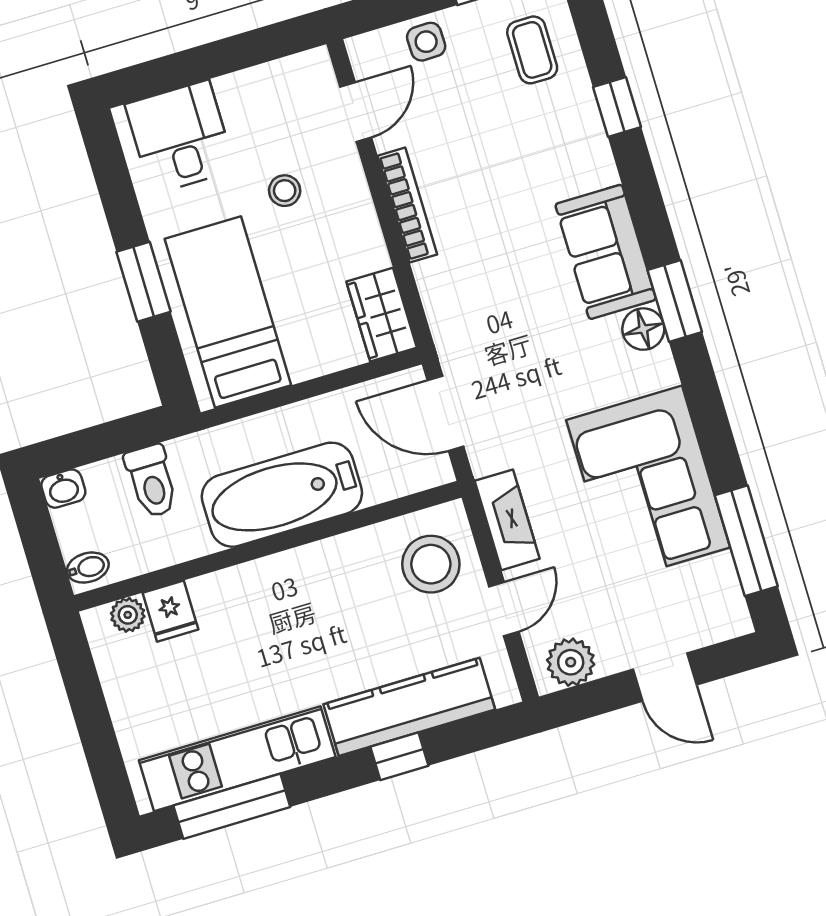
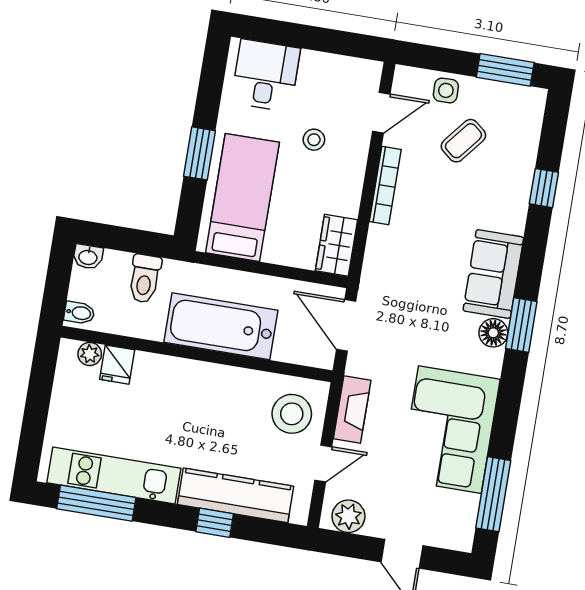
coffee table: (532, 50) -> (463, 141), moved, turned 39

